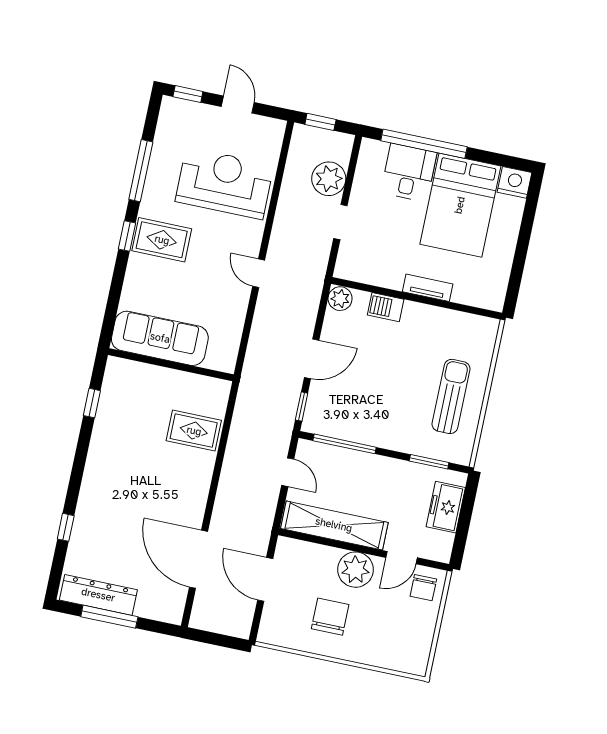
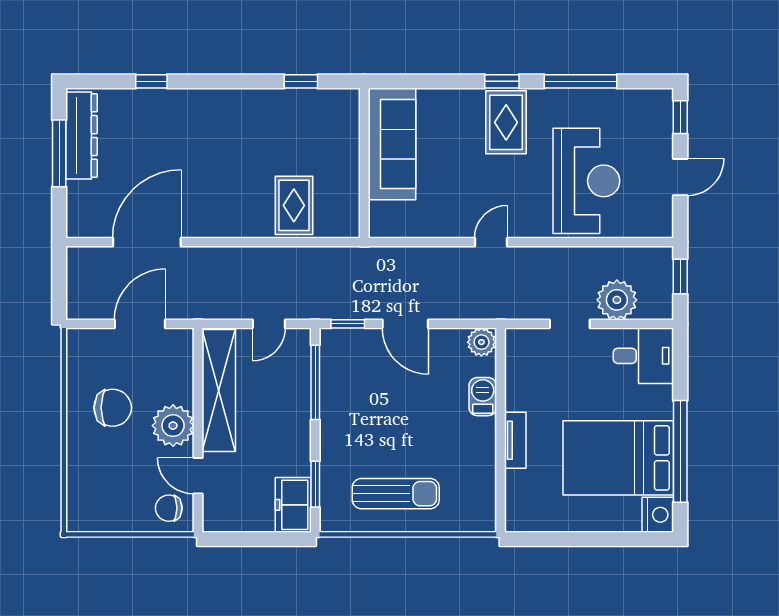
window: (424, 144) -> (680, 451), moved
desk: (409, 173) -> (643, 356), moved
freezer: (446, 507) -> (293, 505), moved, turned -90

